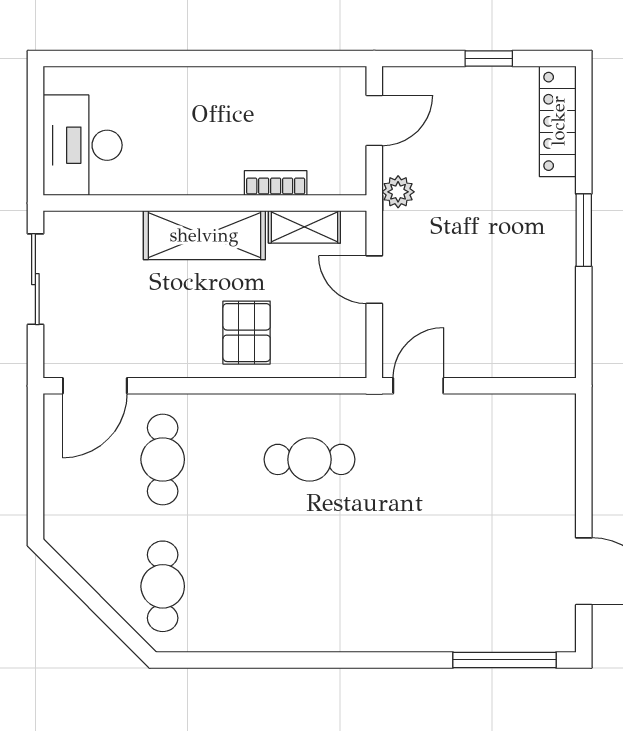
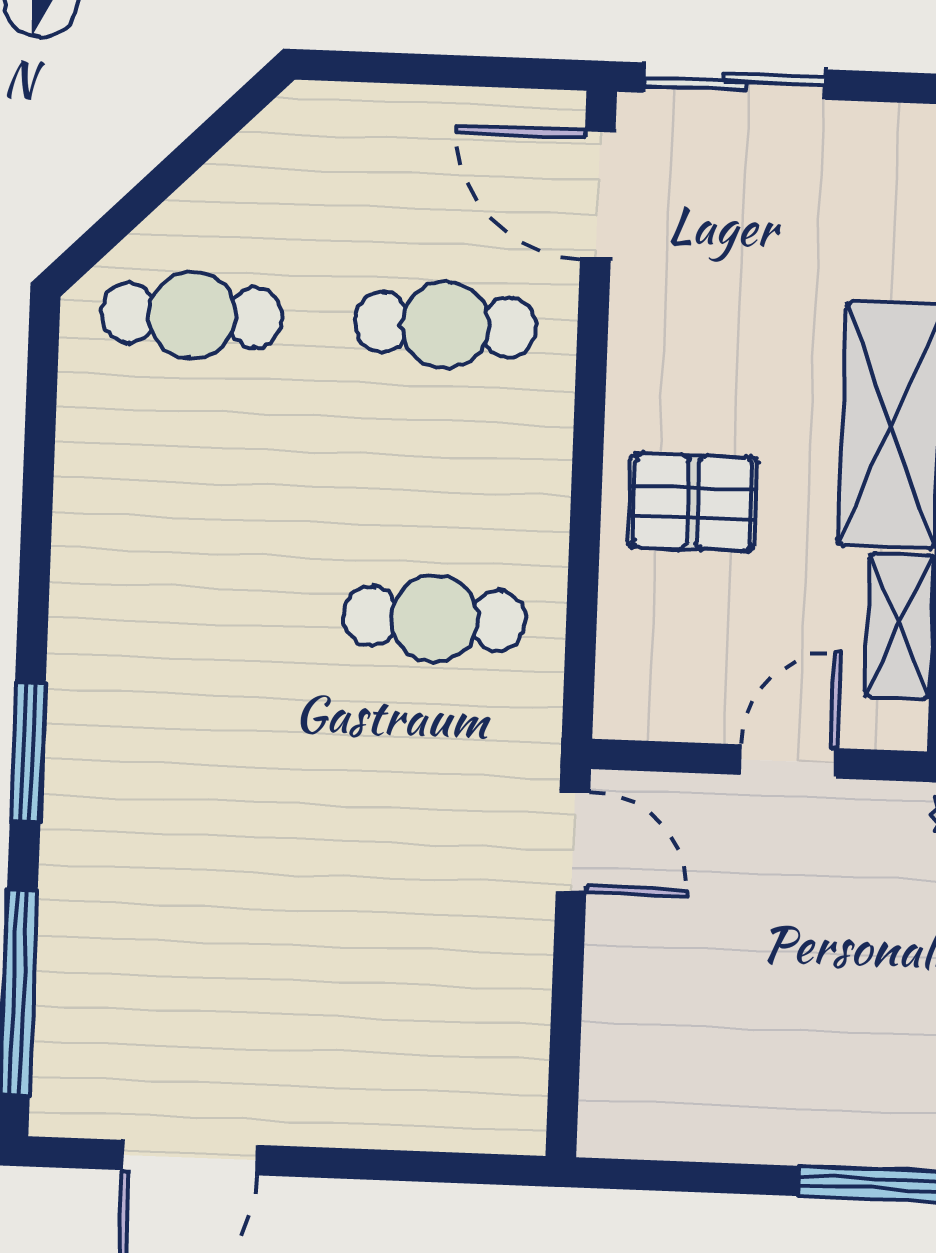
sliding door: (35, 279) -> (735, 81), moved
cafe table: (310, 459) -> (434, 618), turned 90
window: (384, 660) -> (28, 752), added

